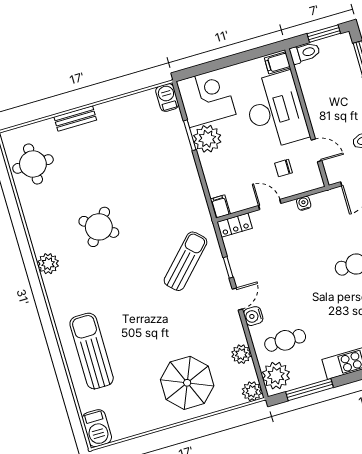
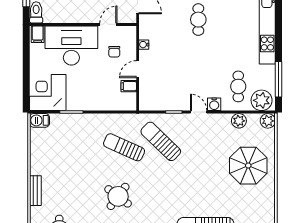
plant: (207, 139) -> (77, 100), removed
filing cabinet: (220, 207) -> (129, 86), moved
sun lounger: (164, 216) -> (124, 147), added
locker: (235, 225) -> (145, 99), removed

